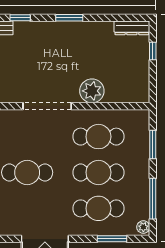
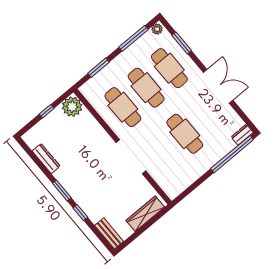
window: (20, 18) -> (80, 213), moved
dresser: (132, 28) -> (46, 159), moved
window: (153, 51) -> (47, 111), moved
plant: (92, 91) -> (72, 107), moved

